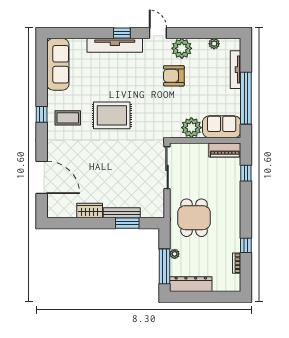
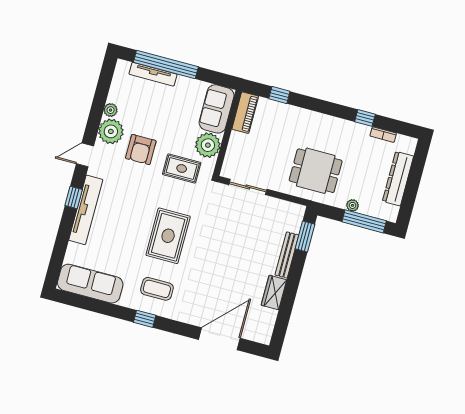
plant: (214, 44) -> (111, 110), moved
window: (246, 98) -> (166, 65), moved
rug: (168, 112) -> (182, 168), added
coffee table: (68, 118) -> (157, 289), turned 90
sliding door: (167, 168) -> (248, 187), width x0.73
window: (127, 223) -> (305, 237), moved
dresser: (191, 284) -> (398, 179), moved

